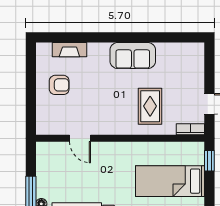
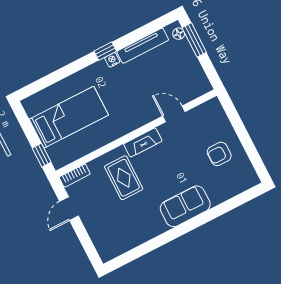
fireplace: (69, 50) -> (143, 142), moved, turned 180
sofa: (133, 56) -> (185, 206), moved

